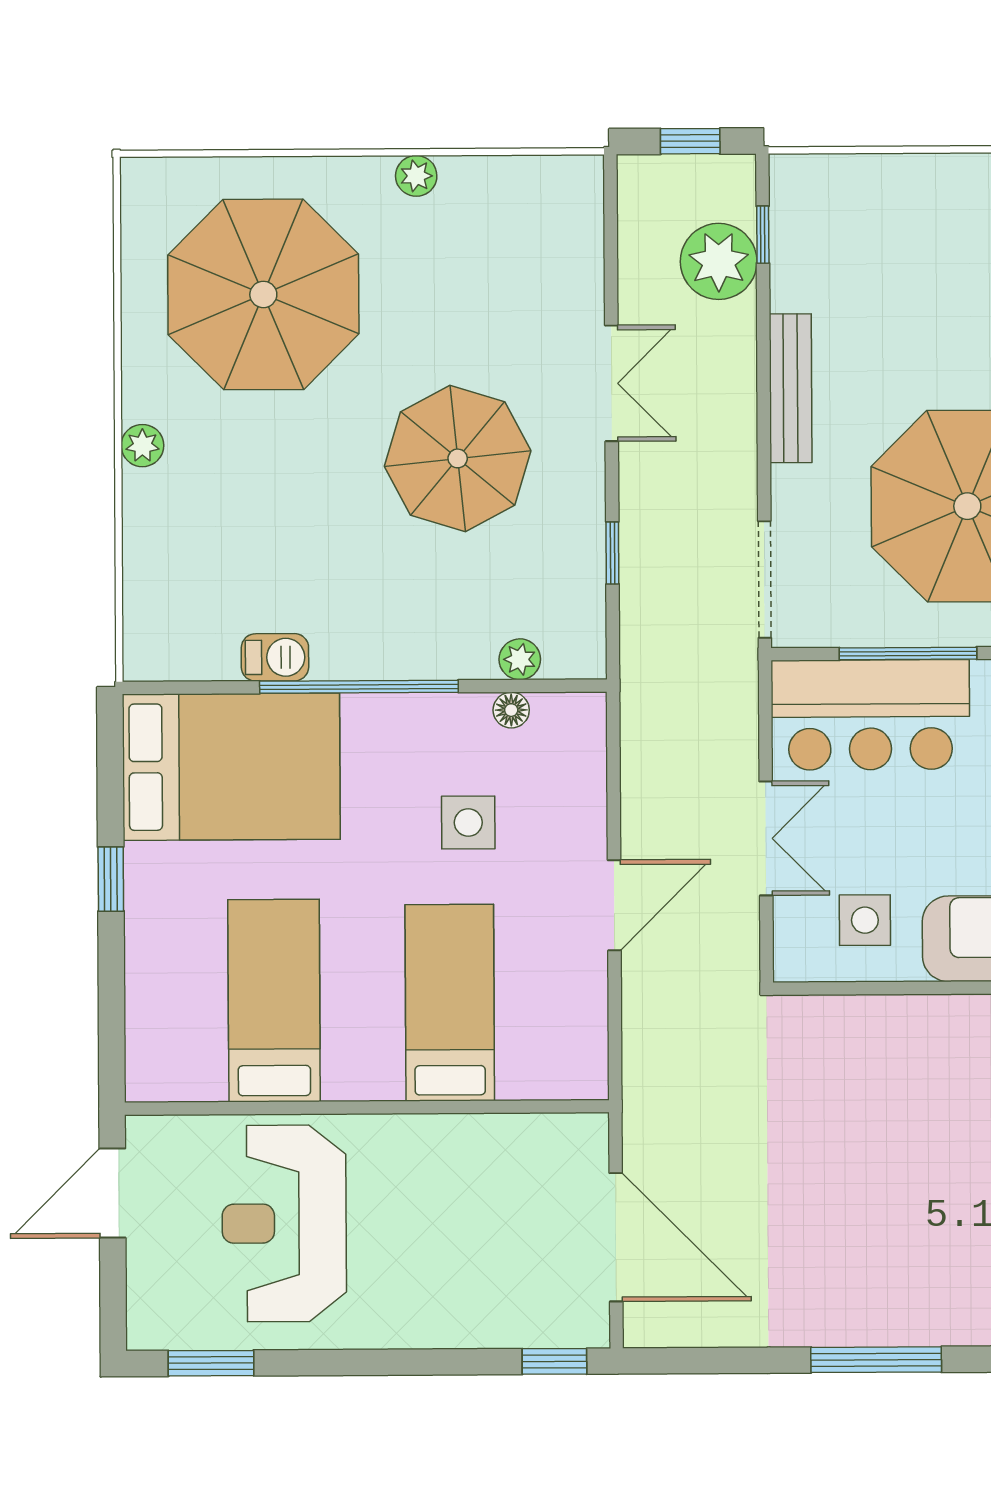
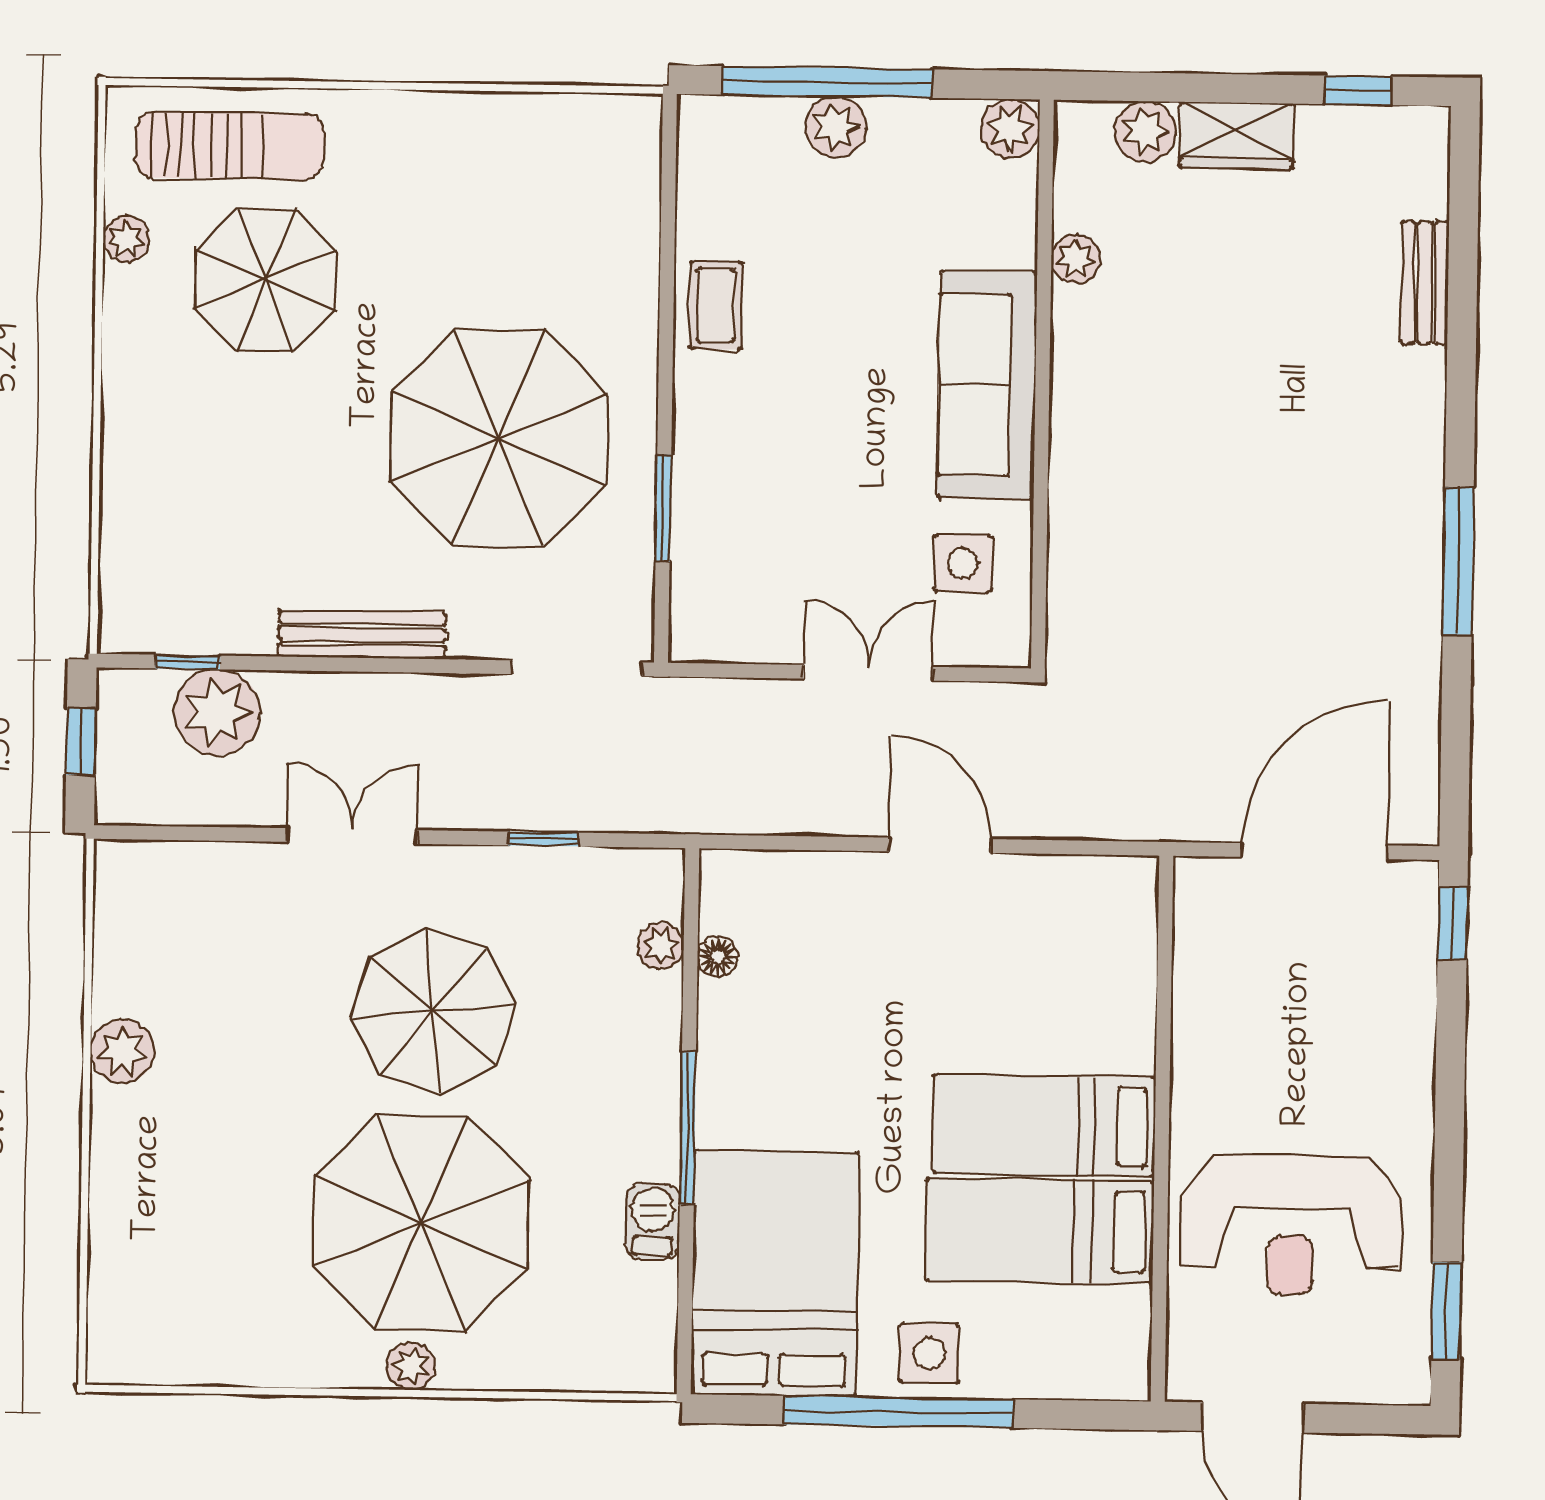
plant: (416, 176) -> (122, 1051), width x1.38, depth x1.38
parasol: (263, 294) -> (421, 1223), moved
window: (908, 654) -> (663, 508), width x0.69
window: (359, 687) -> (688, 1128), width x0.68
bar counter: (870, 715) -> (731, 552), removed
side table: (468, 822) -> (929, 1353), moved
window: (111, 879) -> (899, 1412), width x3.17
bed: (450, 1003) -> (1044, 1125), moved

